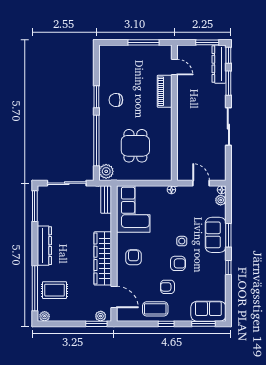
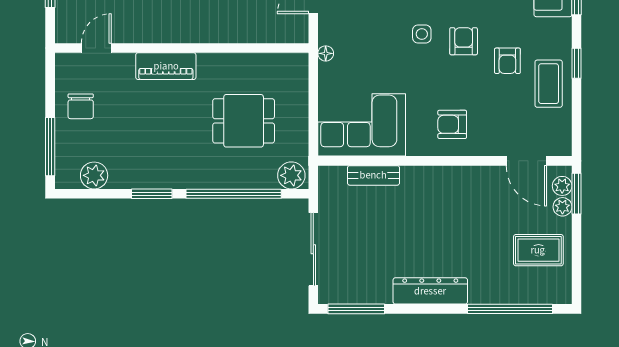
window: (144, 42) -> (50, 147), moved
plant: (106, 66) -> (94, 175), added
piano: (165, 91) -> (166, 66), moved
chair: (116, 100) -> (81, 106), moved
bench: (106, 199) -> (373, 175), moved
wardrobe: (103, 258) -> (454, 182), removed
rug: (55, 290) -> (538, 250), moved, turned 90
door: (114, 297) -> (526, 161), swing flipped
plant: (45, 316) -> (562, 207), moved

